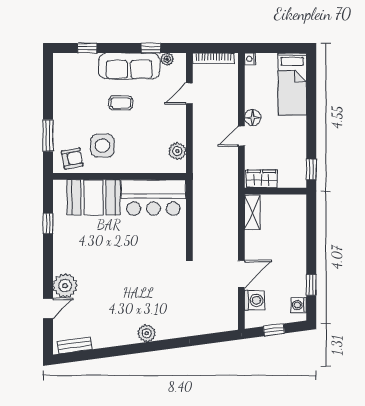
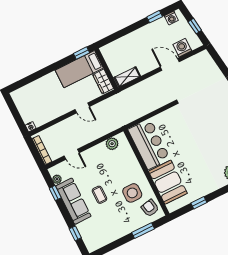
bed: (292, 84) -> (79, 69), moved, turned 180
floor lamp: (253, 118) -> (67, 106), removed

